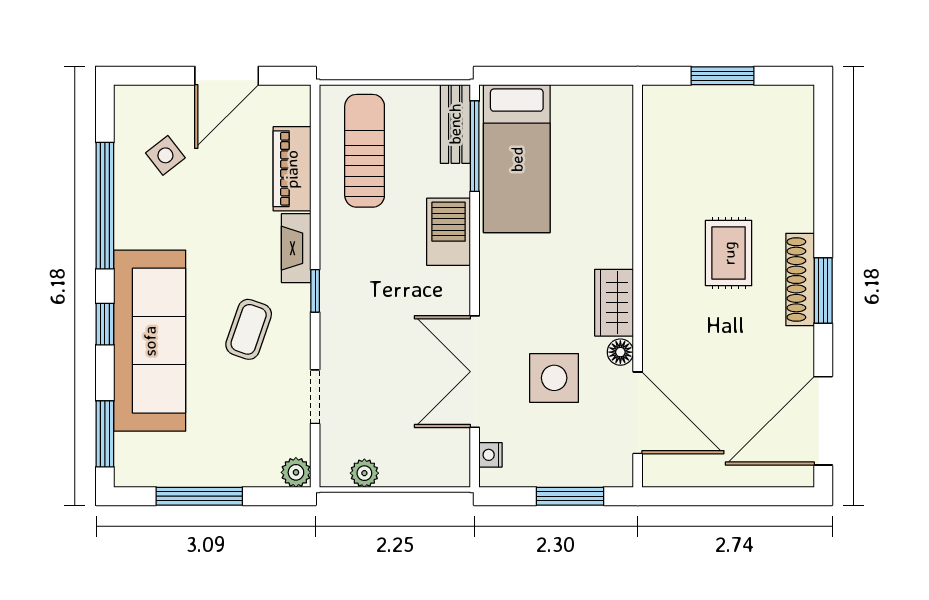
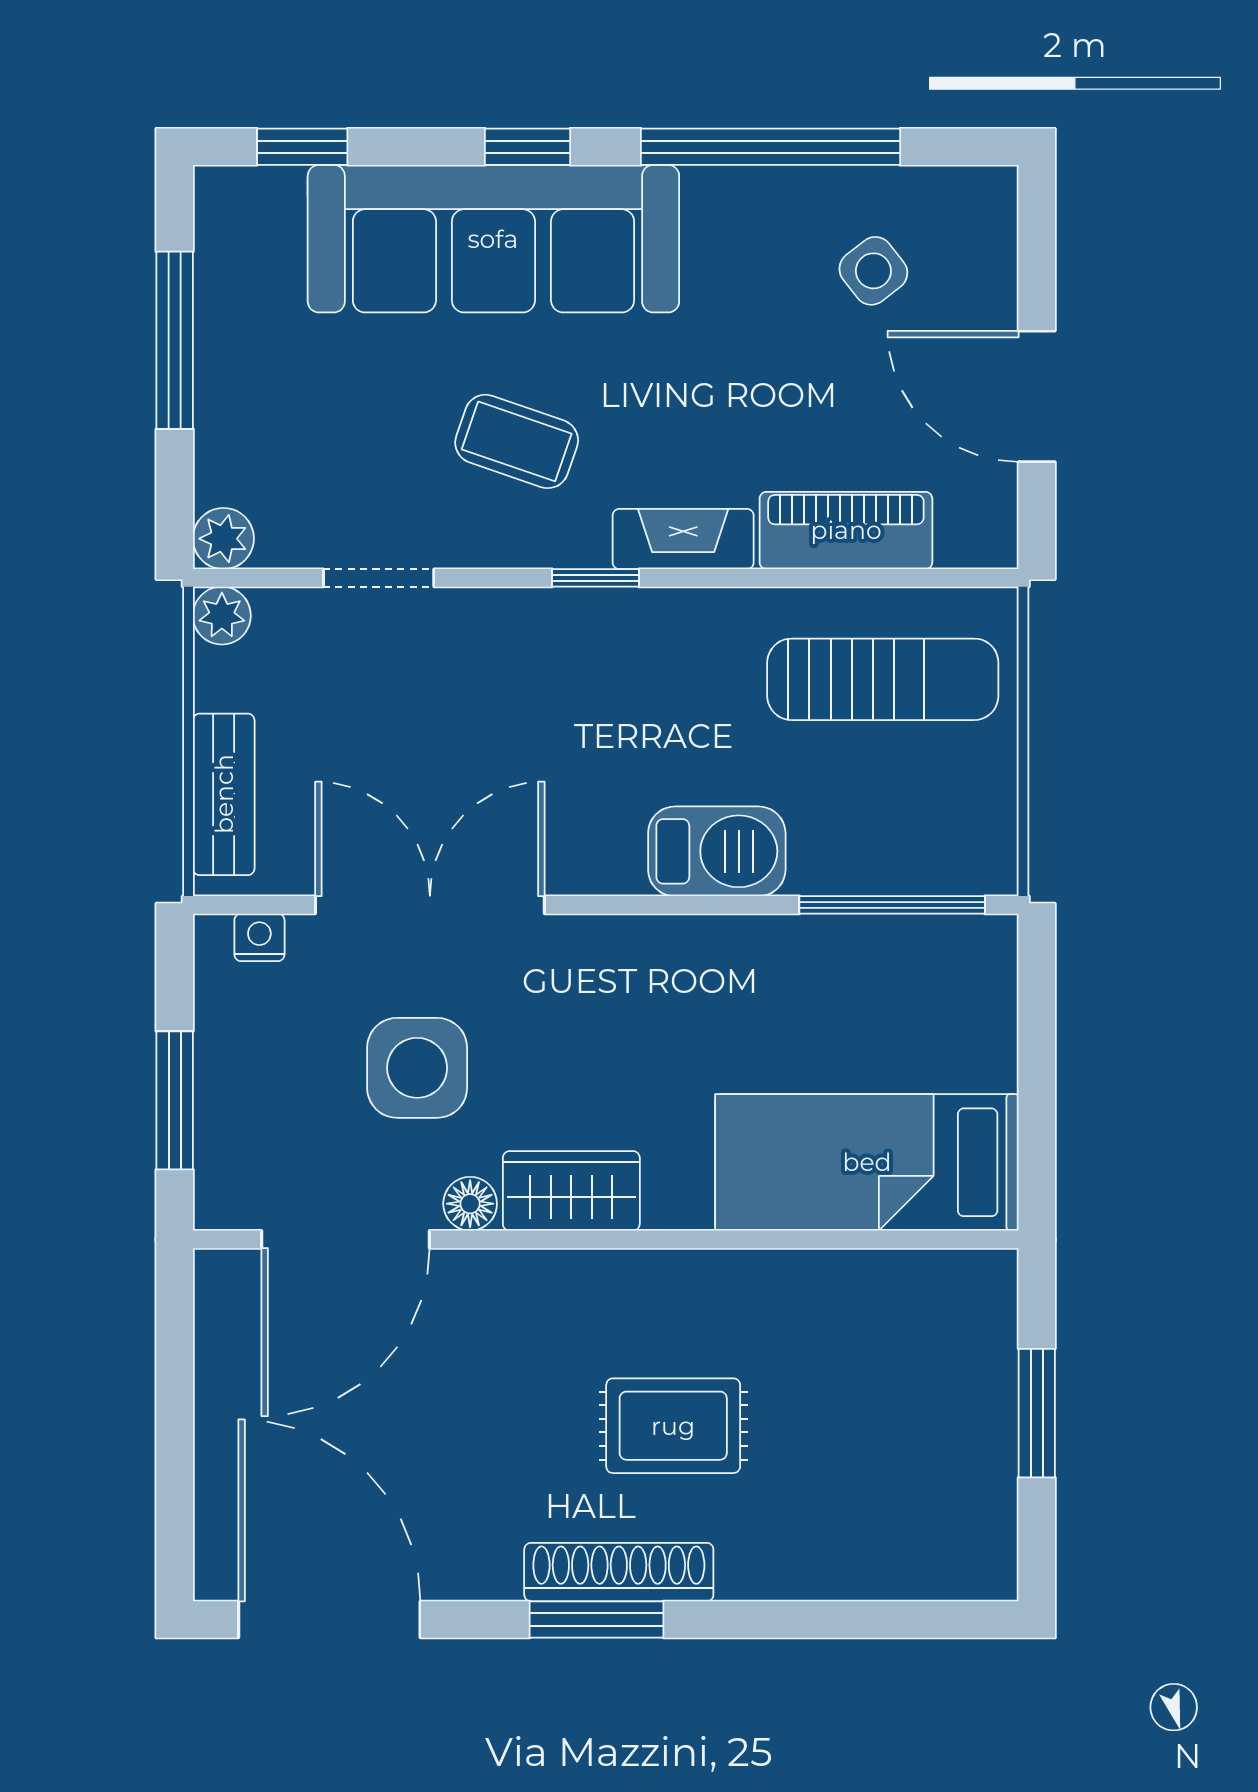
bench: (455, 124) -> (224, 794), moved, turned 90
bed: (517, 159) -> (867, 1162), moved
window: (105, 434) -> (302, 147), width x0.67
plant: (364, 473) -> (222, 616), moved

